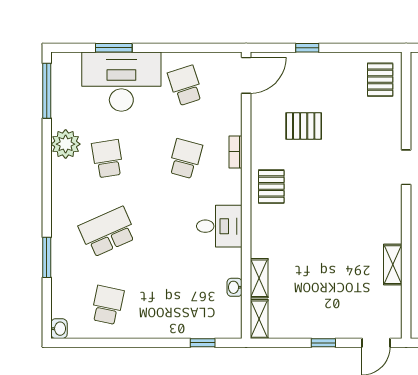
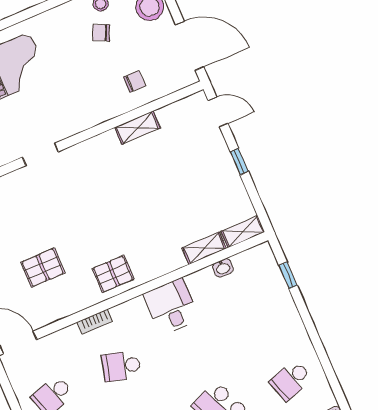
pallet: (304, 126) -> (43, 268), turned 90
school desk: (107, 305) -> (291, 380), turned -30

